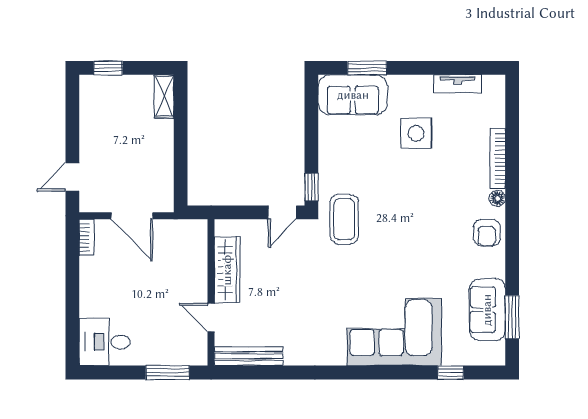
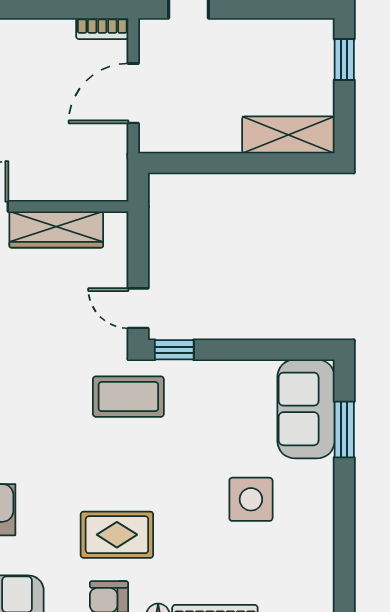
tv unit: (457, 84) -> (322, 558), removed
shelving: (164, 96) -> (288, 135), width x1.50, depth x1.33
rug: (441, 227) -> (117, 535), added

